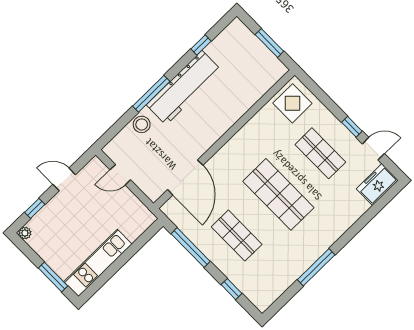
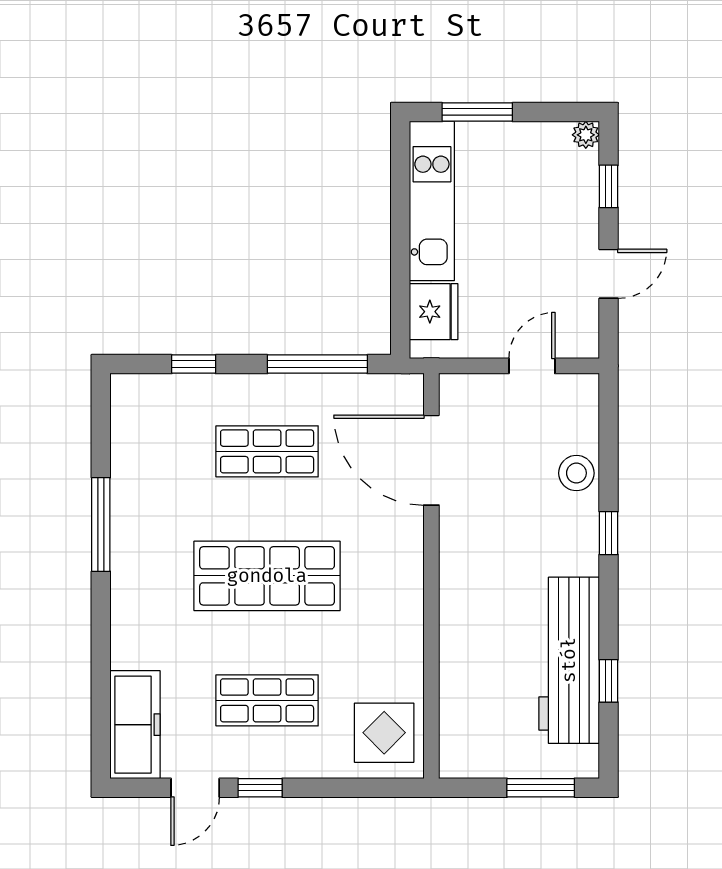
window: (269, 43) -> (541, 788), moved
workbench: (184, 88) -> (569, 660), moved
window: (151, 94) -> (609, 533), width x0.46
freezer: (377, 185) -> (135, 725), width x1.40
fridge: (135, 226) -> (434, 312), added

